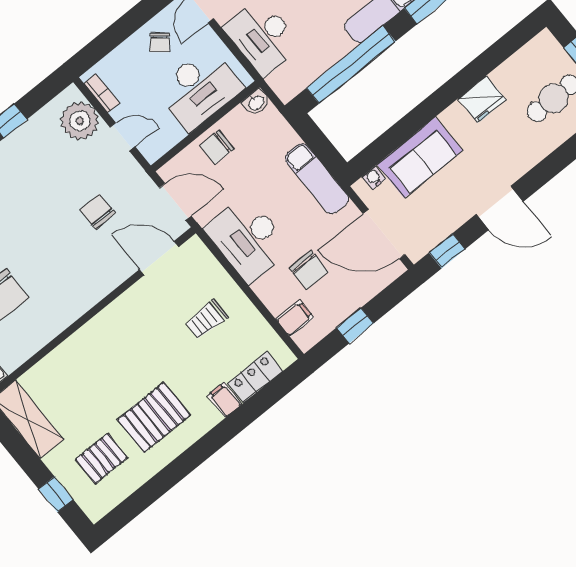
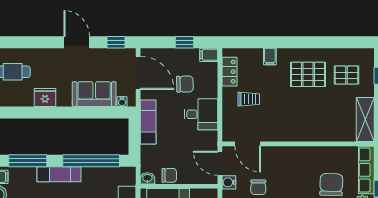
chair: (217, 147) -> (169, 175), moved
water cooler: (142, 186) -> (229, 182), added
desk: (248, 239) -> (201, 114), width x0.73
chair: (309, 270) -> (185, 84), turned 89
filing cabinet: (295, 318) -> (209, 55), moved
locker: (255, 377) -> (229, 72), moved, turned -90

